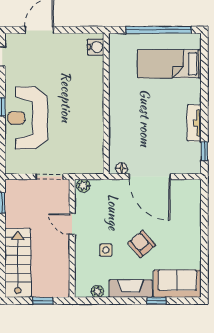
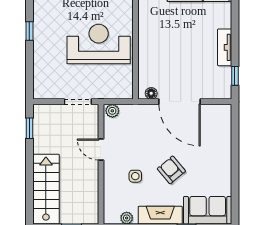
reception desk: (28, 118) -> (99, 44), moved, turned 90

